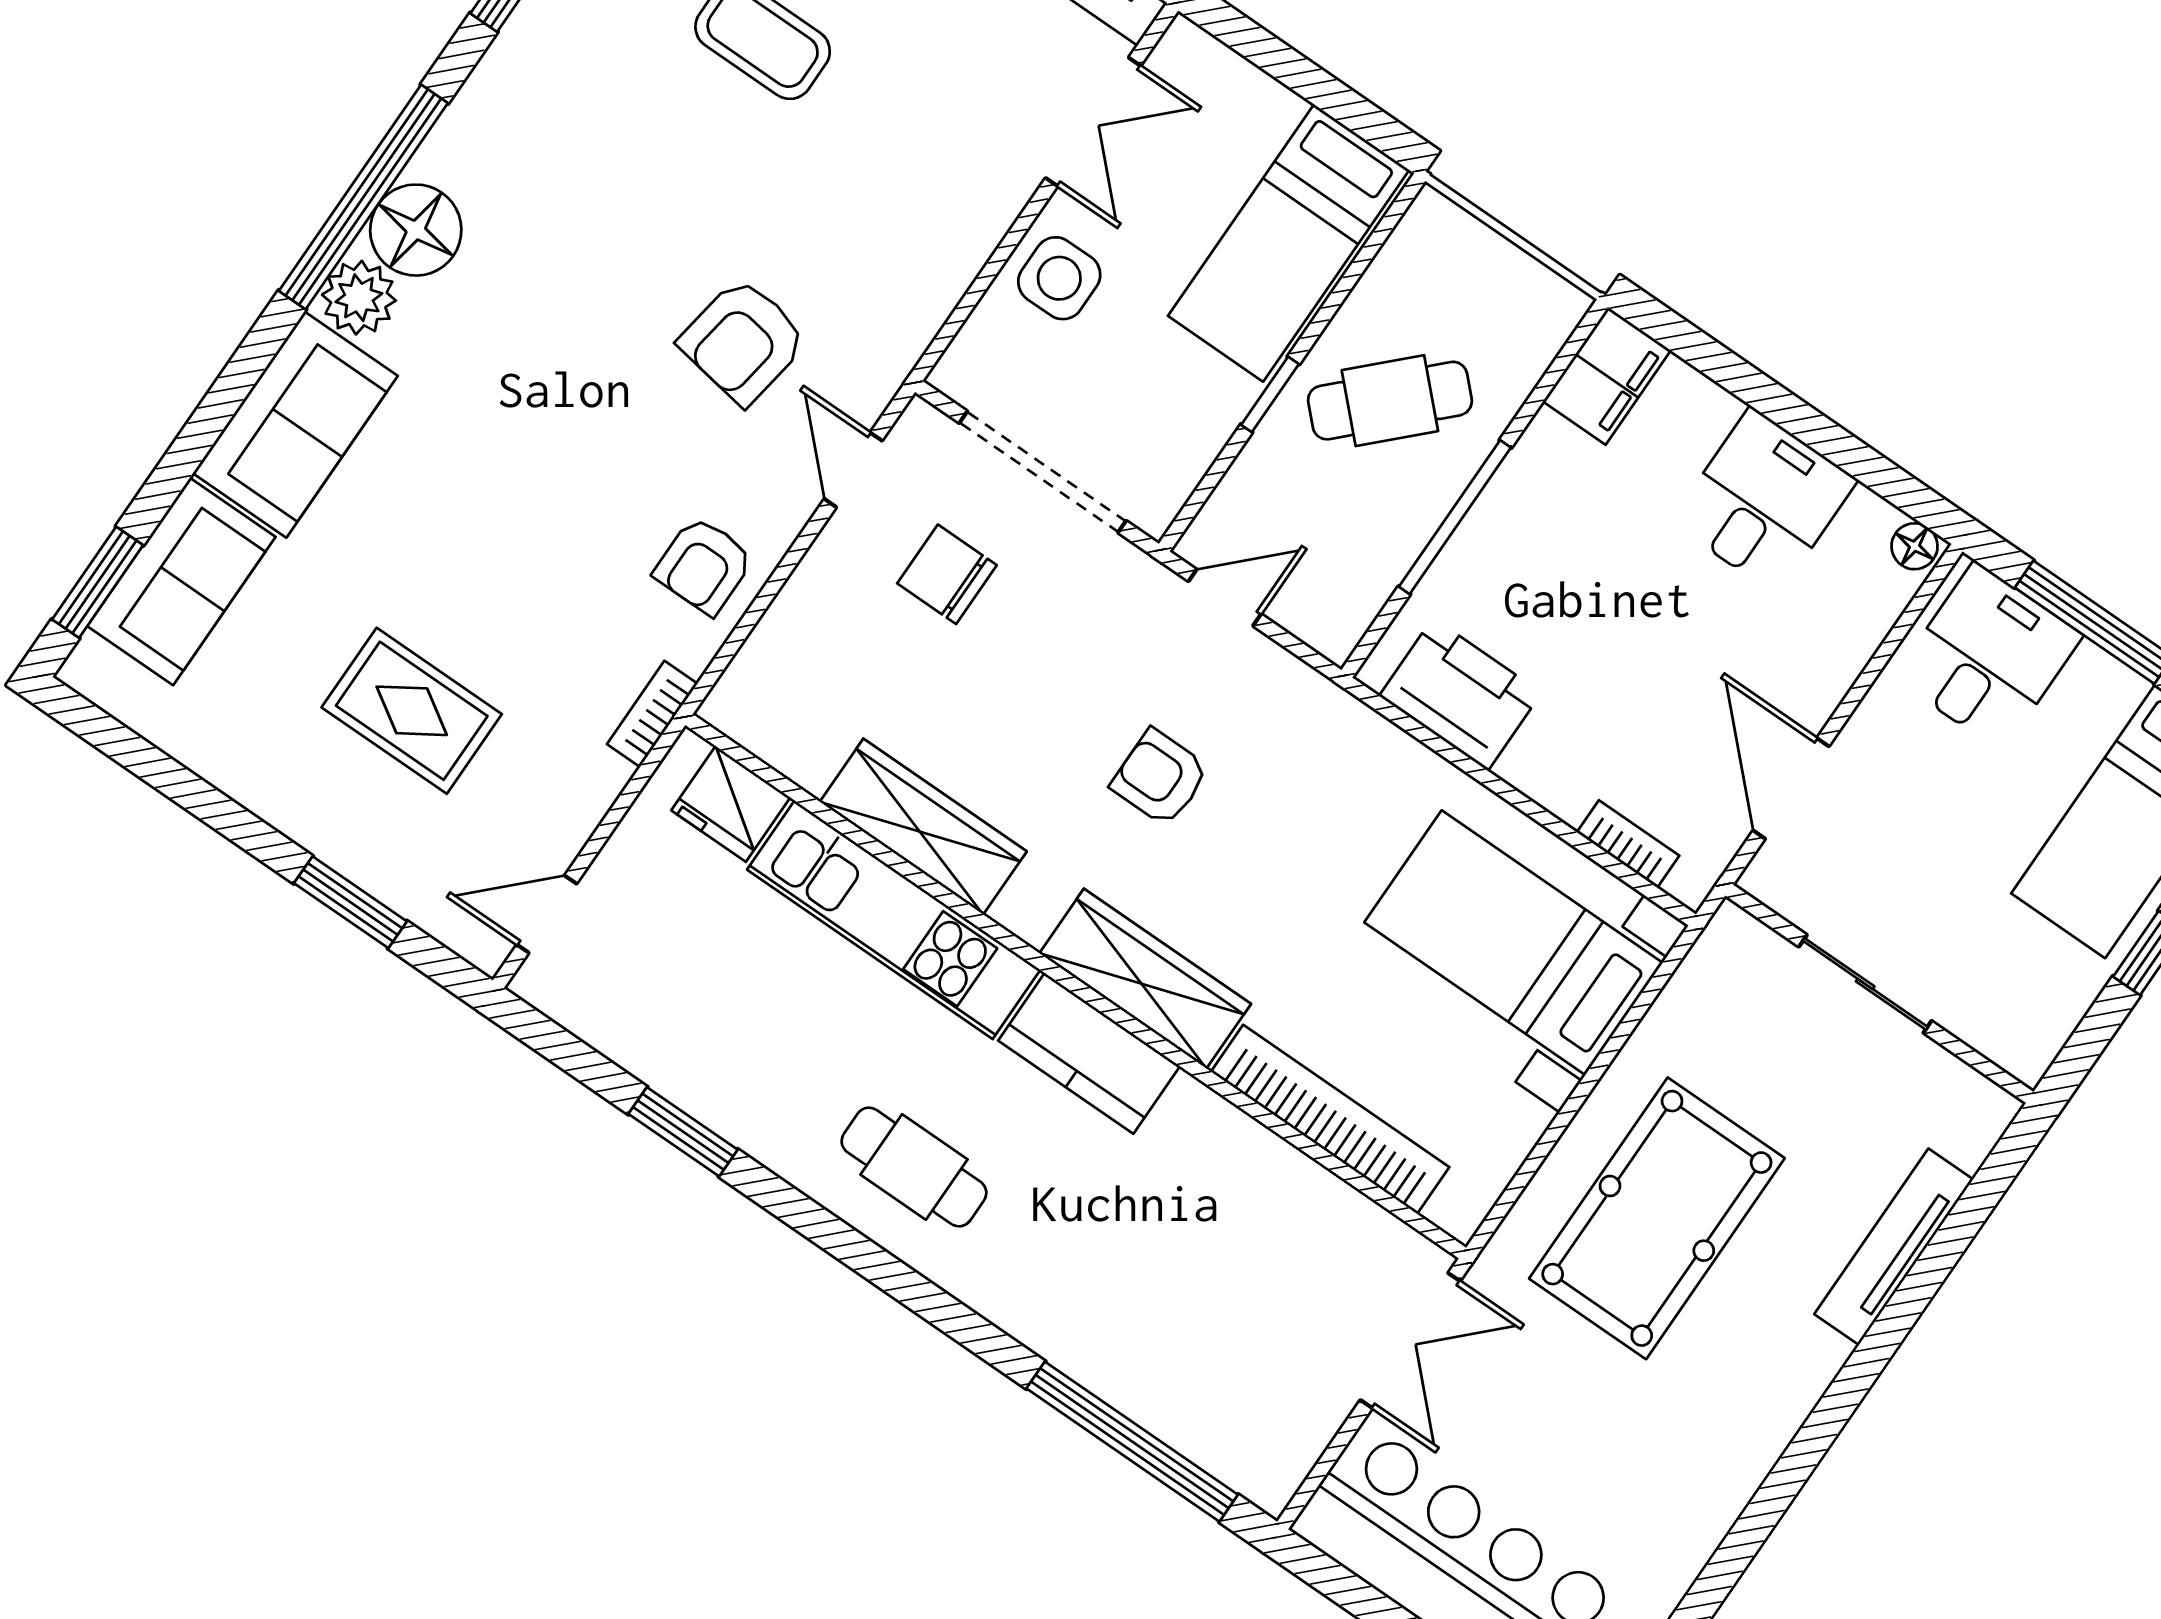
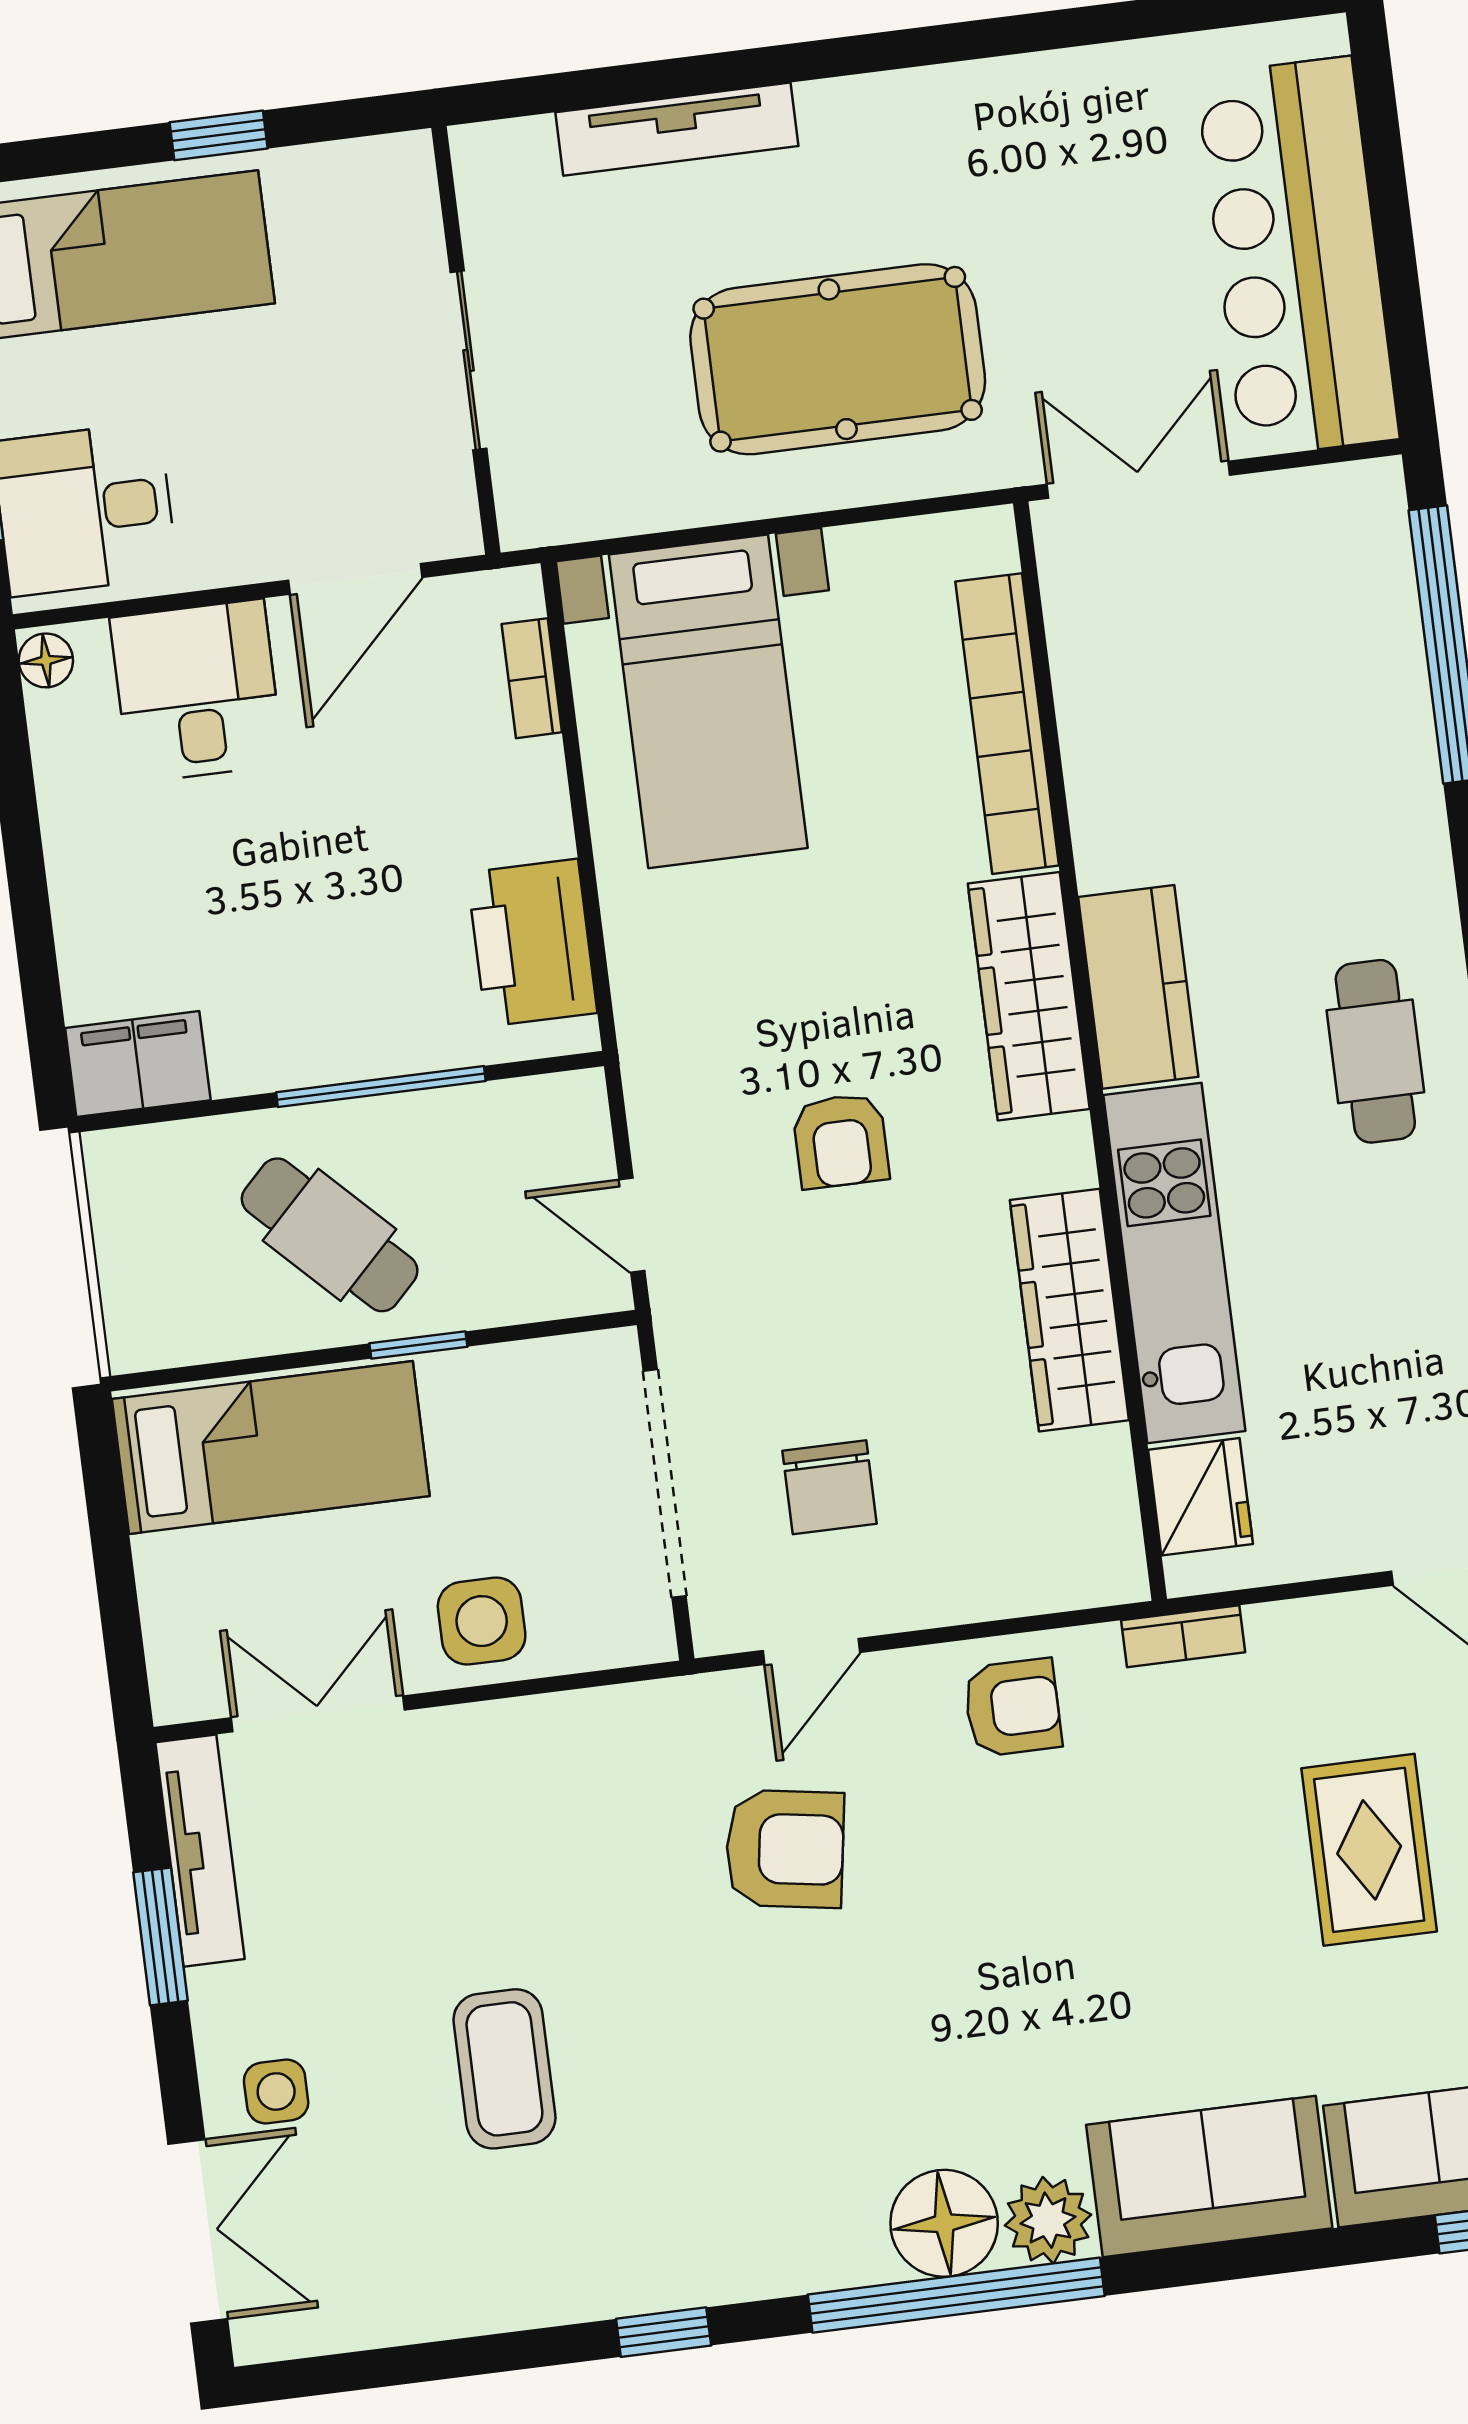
desk: (1764, 501) -> (197, 691), moved, turned 90

